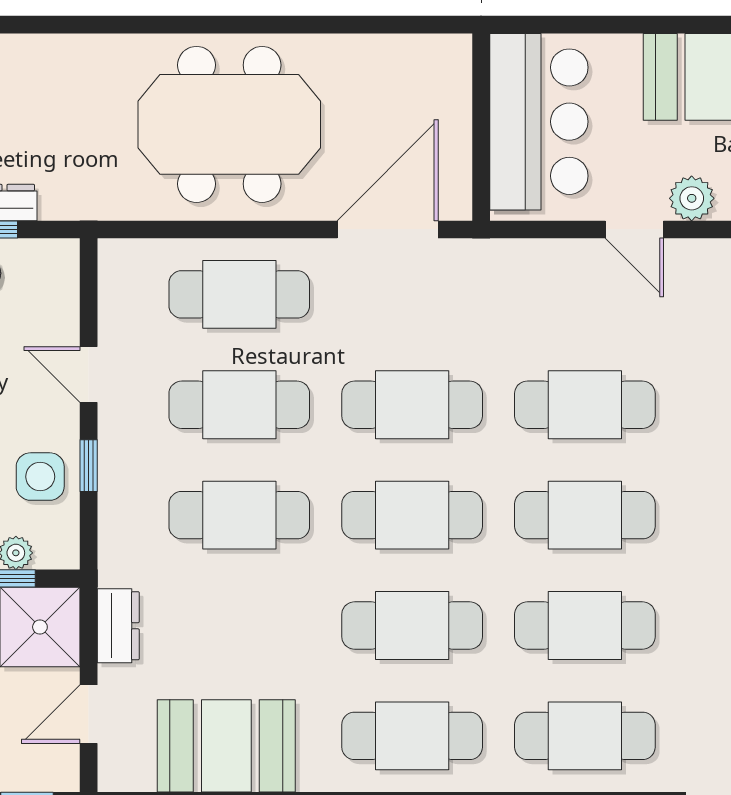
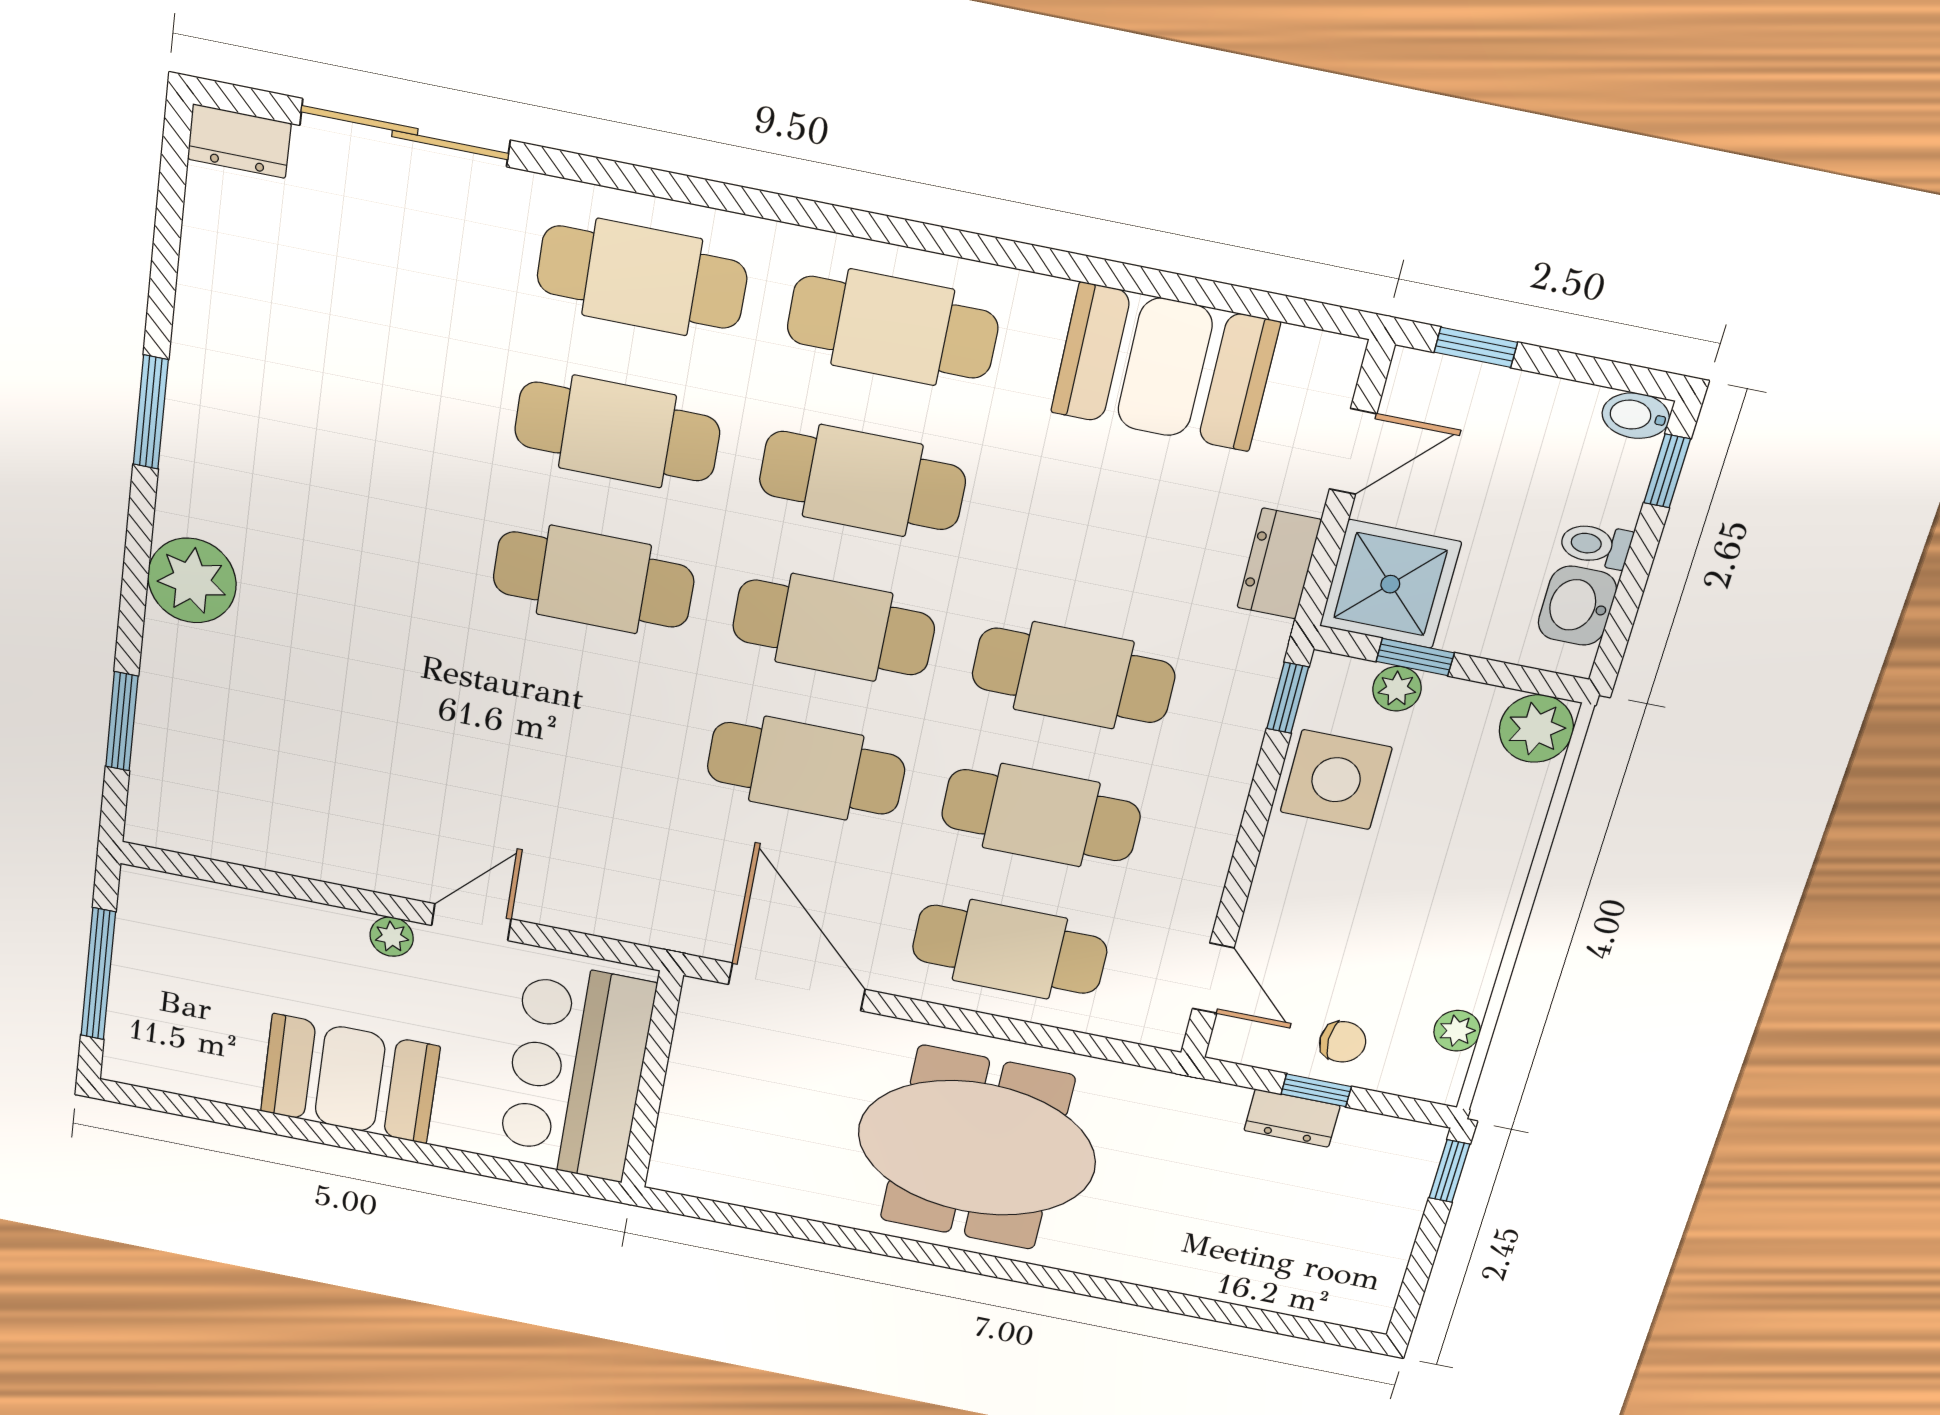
plant: (692, 198) -> (392, 937), width x0.73, depth x0.73
door: (388, 229) -> (797, 987), swing flipped
door: (634, 229) -> (471, 922), hinge flipped
door: (89, 375) -> (1213, 978), moved
cafe table: (585, 405) -> (571, 721), removed
window: (89, 466) -> (1288, 698), moved
side table: (40, 477) -> (1336, 780), width x1.37, depth x1.37

